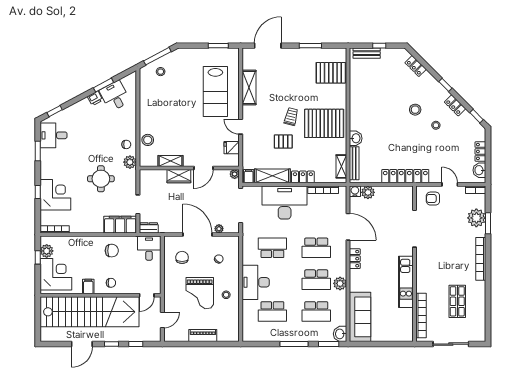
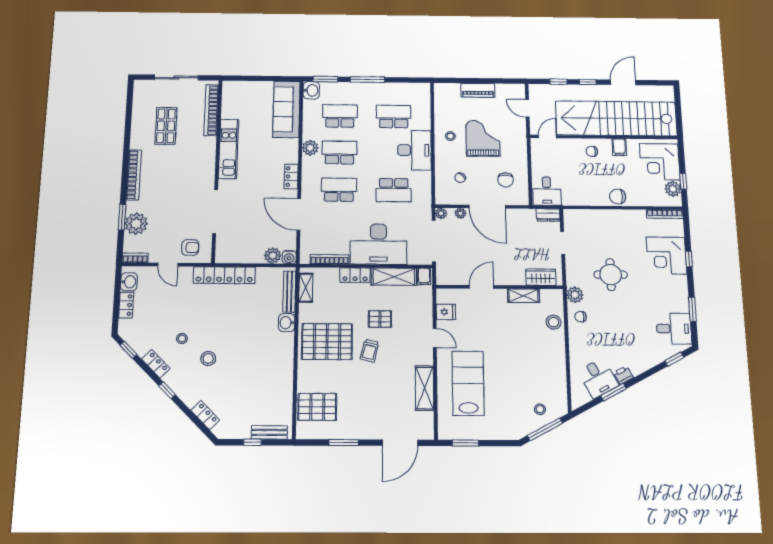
plant: (235, 174) -> (441, 213), moved
wardrobe: (179, 176) -> (541, 277), moved
filing cabinet: (120, 225) -> (584, 219), removed
chair: (112, 251) -> (618, 197), moved
door: (162, 320) -> (527, 108), hinge flipped

